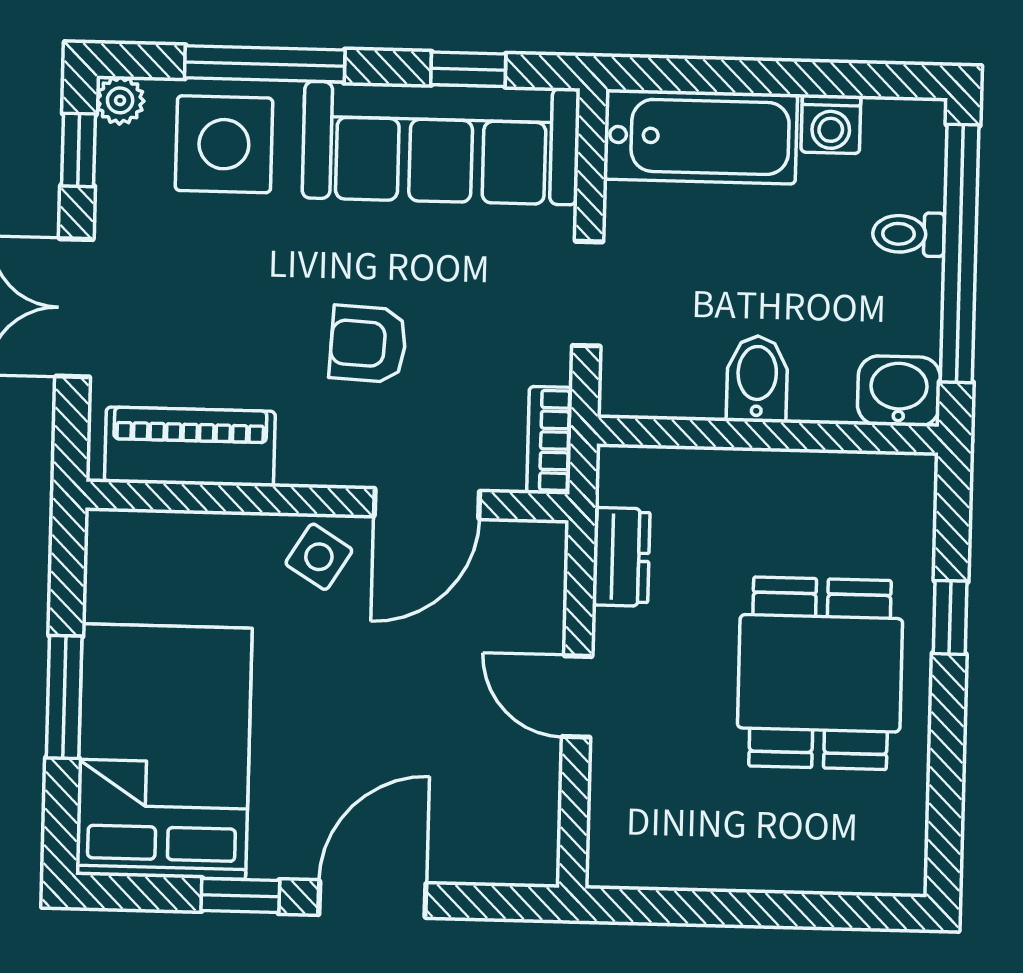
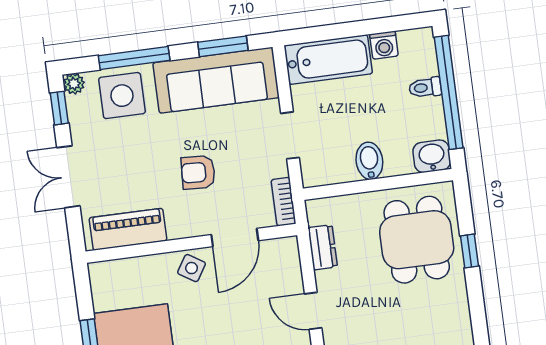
window: (468, 69) -> (223, 46), width x1.50
dining table: (820, 673) -> (417, 240), moved

